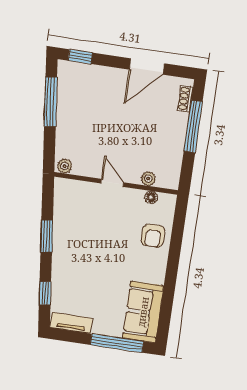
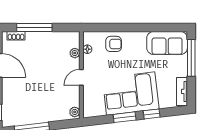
corner sofa: (79, 250) -> (131, 94), added
window: (45, 293) -> (152, 114), moved

